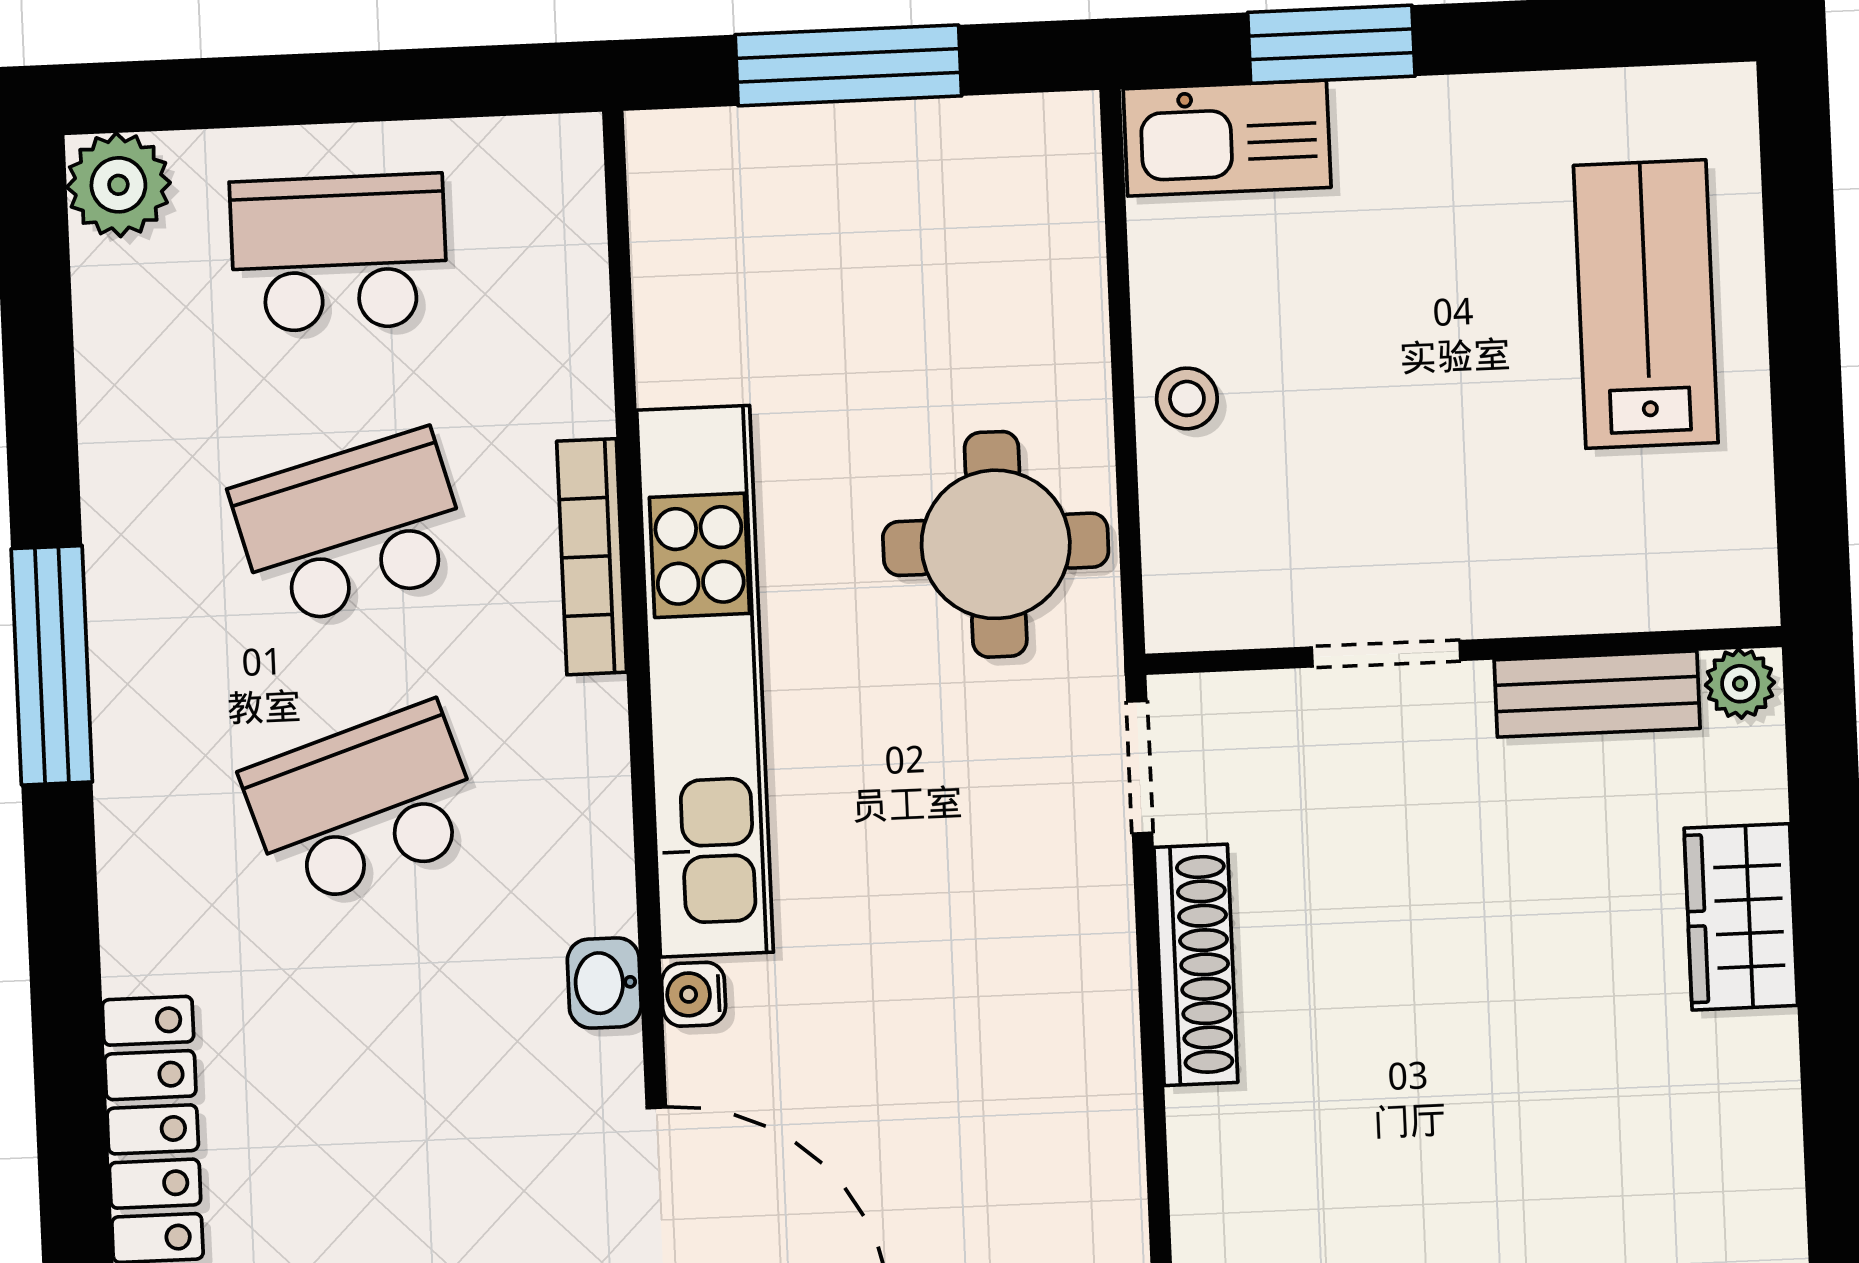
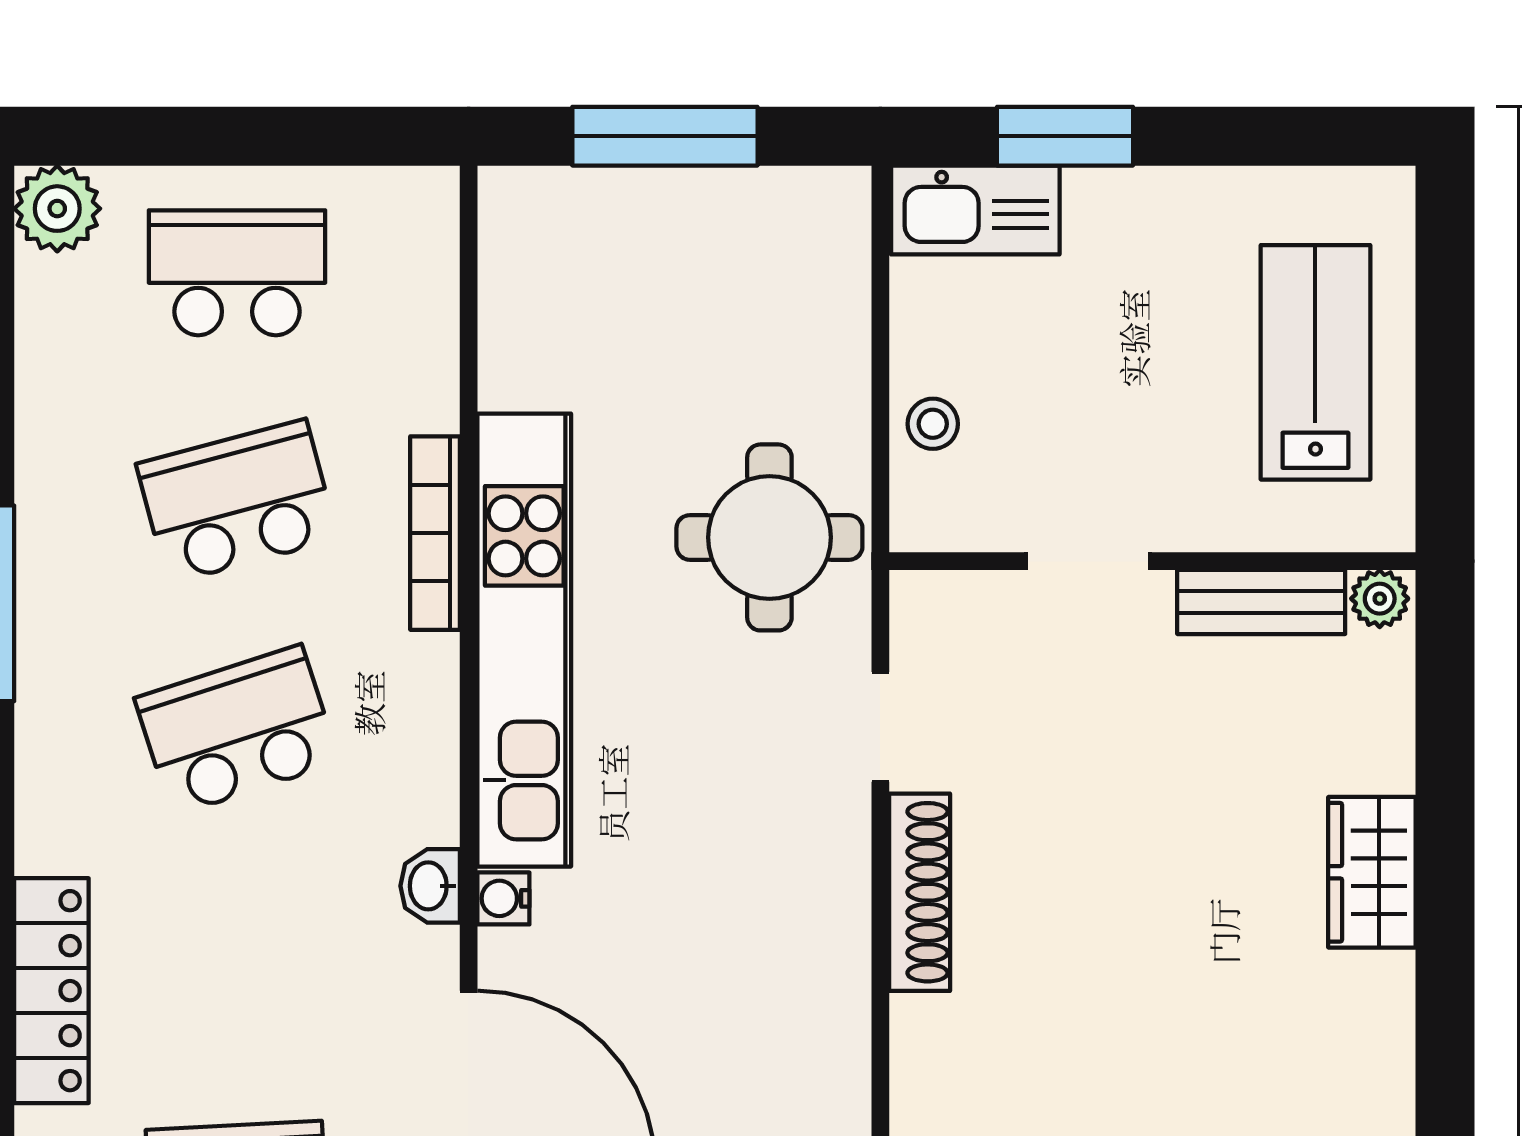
wall: (1464, 650) -> (1152, 561), moved
doorway: (1386, 654) -> (1088, 561), moved
plant: (1740, 684) -> (1380, 599), moved
bench: (1597, 694) -> (1261, 602), moved

